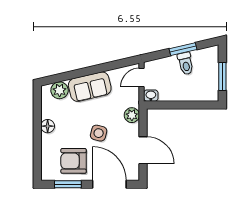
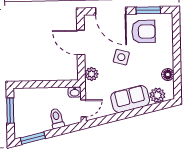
window: (183, 49) -> (33, 138), moved
toilet: (186, 63) -> (57, 118), moved
floor lamp: (48, 126) -> (168, 75), moved

